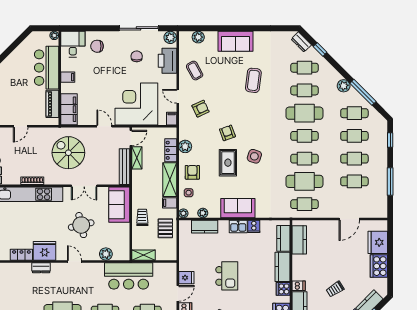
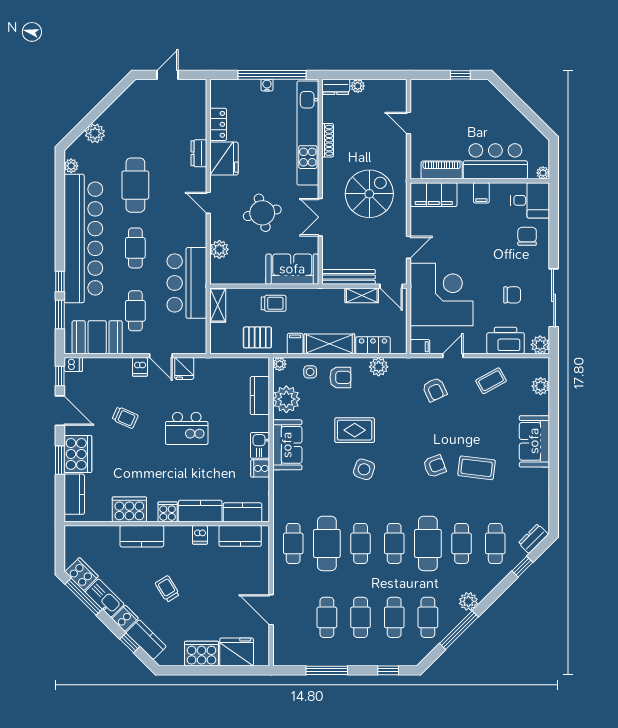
armchair: (227, 133) -> (435, 466), moved
plant: (203, 213) -> (286, 399), width x1.88, depth x1.88
door: (74, 261) -> (208, 203), swing flipped
dishwasher: (299, 286) -> (200, 535), moved

